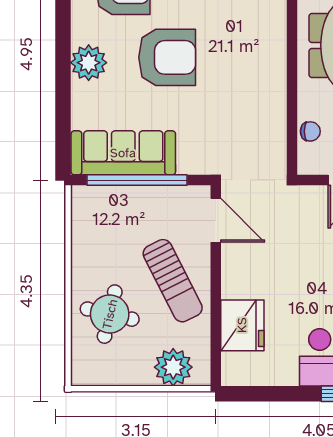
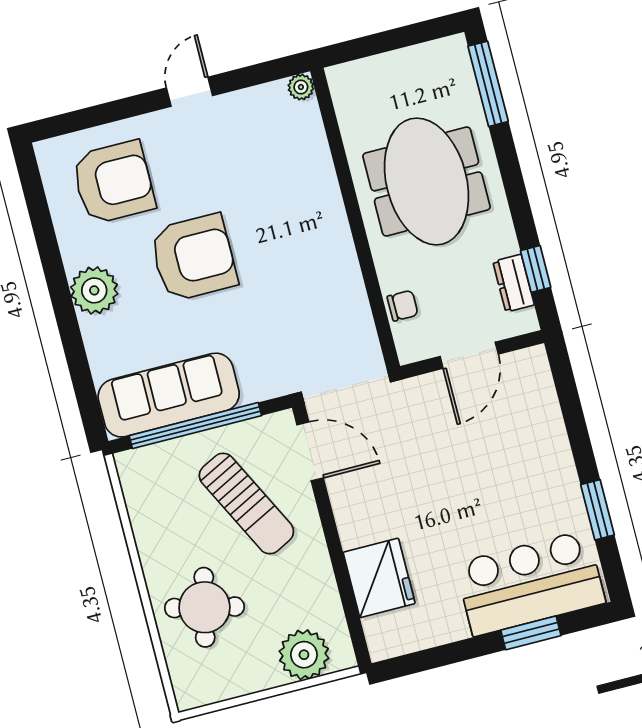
sun lounger: (173, 281) -> (246, 504), moved

